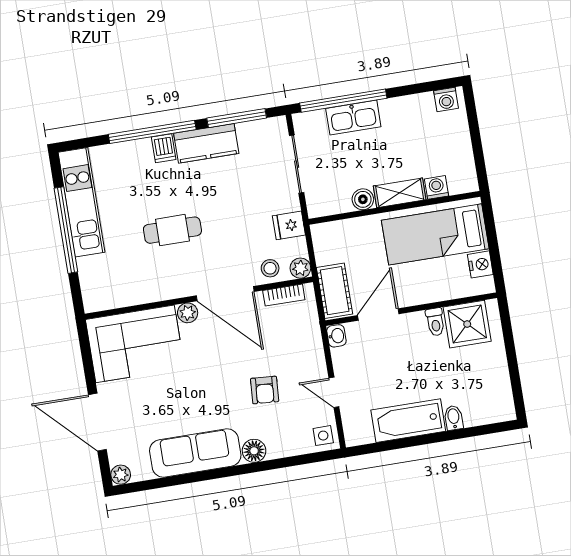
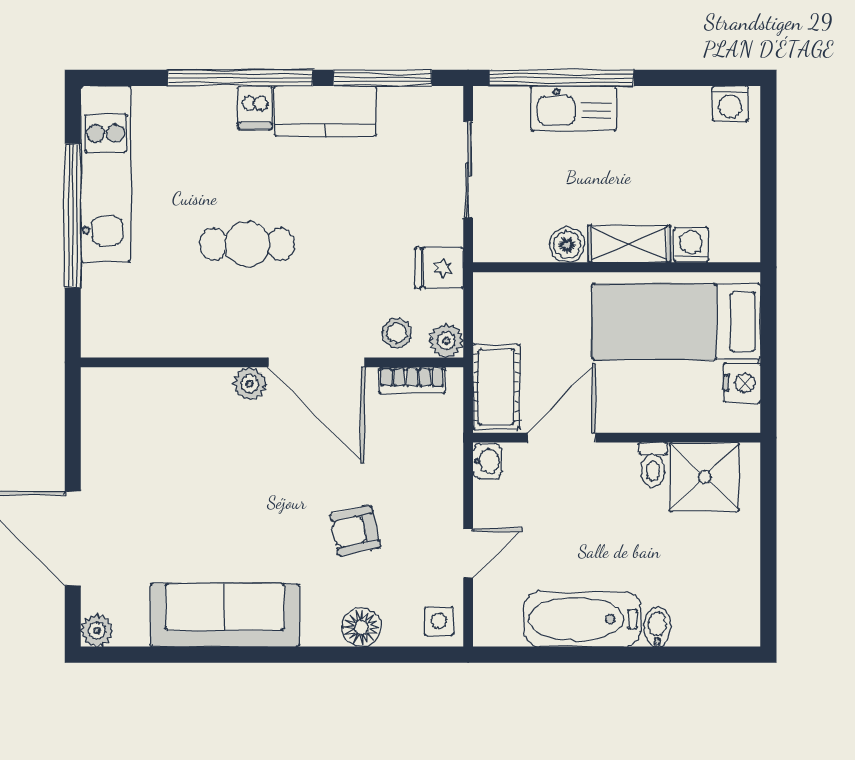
corner sofa: (135, 344) -> (155, 420), removed
armchair: (265, 390) -> (355, 531), turned 74
door: (334, 392) -> (468, 553), swing flipped
floor lamp: (254, 451) -> (362, 627), moved

